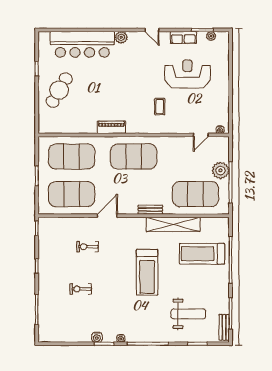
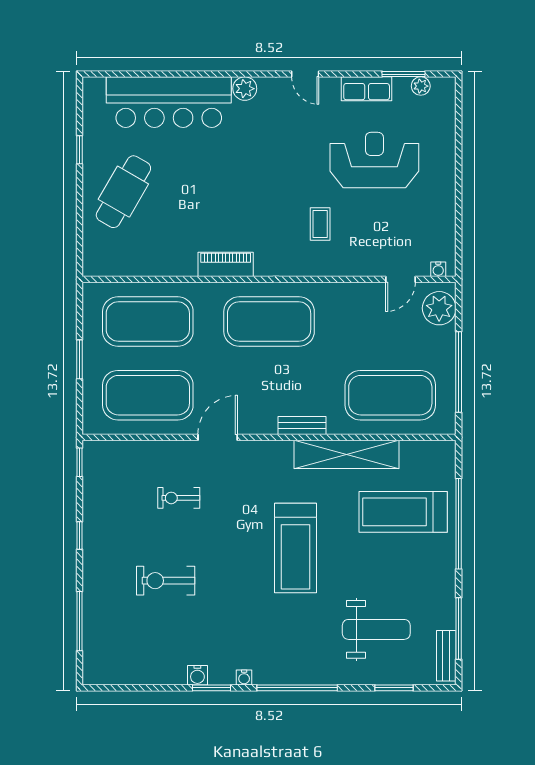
plant: (221, 170) -> (439, 308), moved
exercise bike: (81, 289) -> (166, 581), width x1.38, depth x1.39

